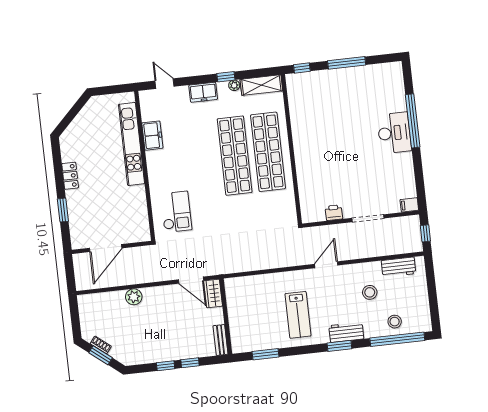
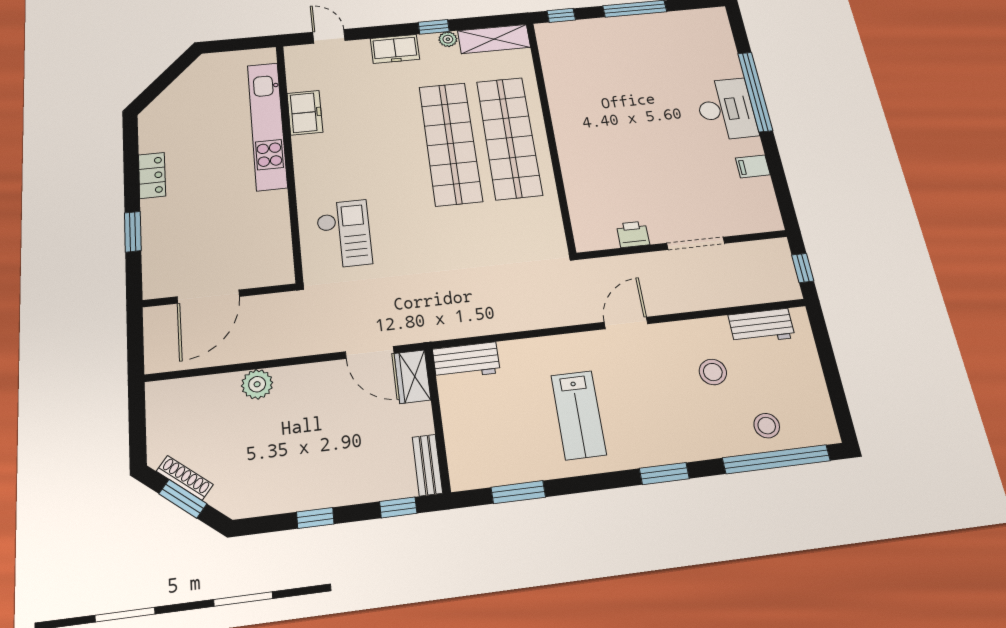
filing cabinet: (409, 205) -> (753, 166), moved
workbench: (346, 332) -> (466, 361), moved, turned 180
shoe rack: (101, 345) -> (185, 478), width x1.43
window: (190, 363) -> (398, 507), moved

